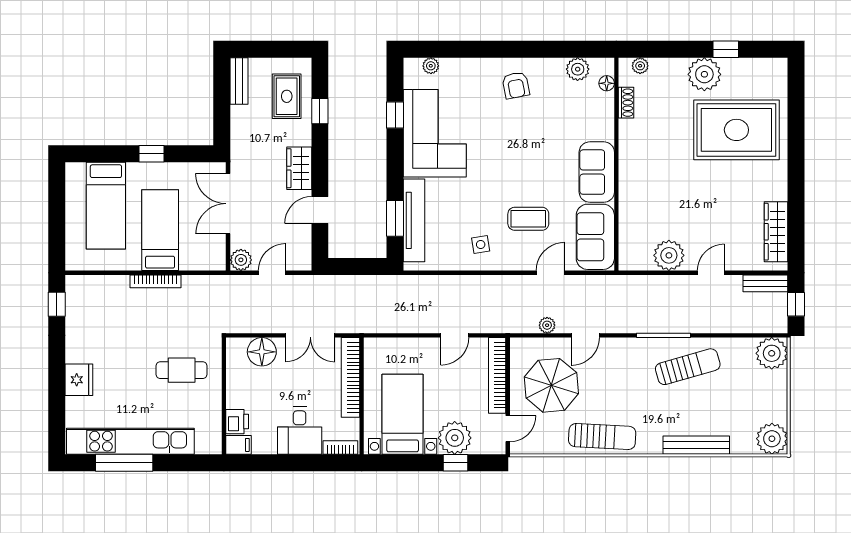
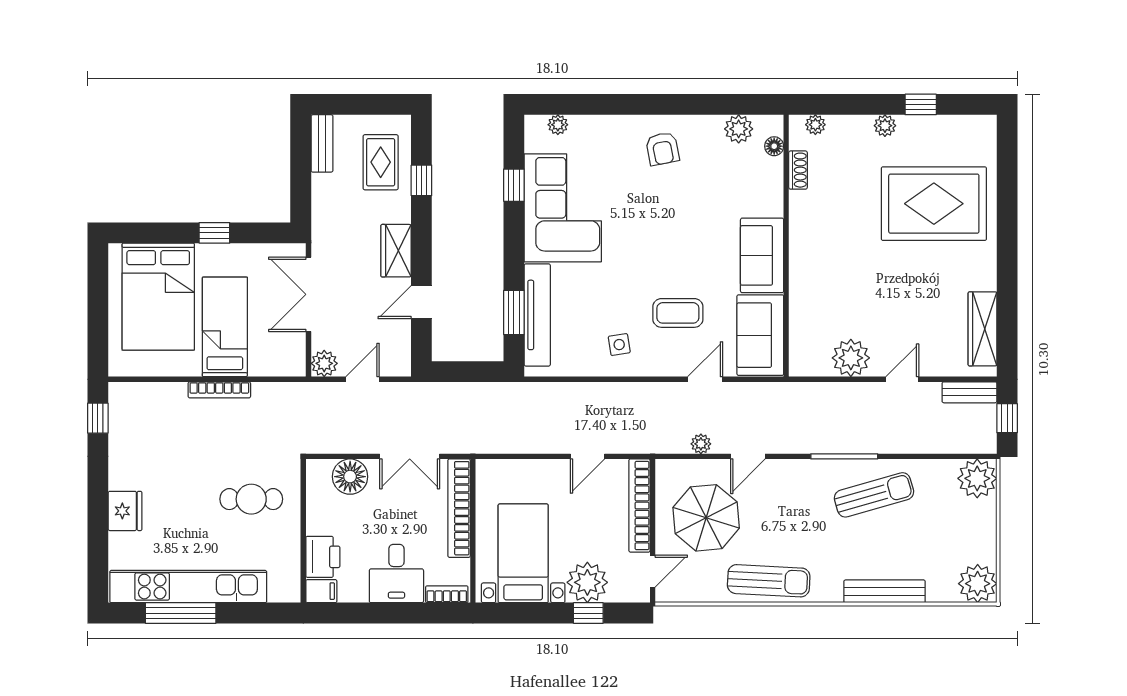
plant: (704, 74) -> (885, 126), width x0.53, depth x0.53
bed: (106, 206) -> (158, 297), width x1.50
printer: (237, 422) -> (323, 557), width x1.36, depth x1.24

